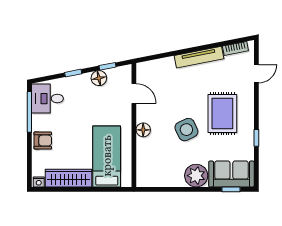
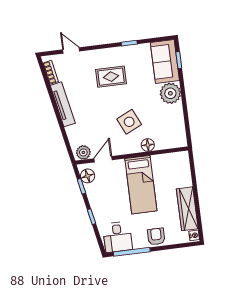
plant: (144, 73) -> (83, 152), added
floor lamp: (99, 78) -> (88, 176), moved
rug: (222, 113) -> (111, 77), width x0.73, depth x0.70
floor lamp: (143, 130) -> (148, 145), moved
side table: (186, 130) -> (129, 122), moved
bed: (107, 156) -> (141, 185), moved, turned -90

